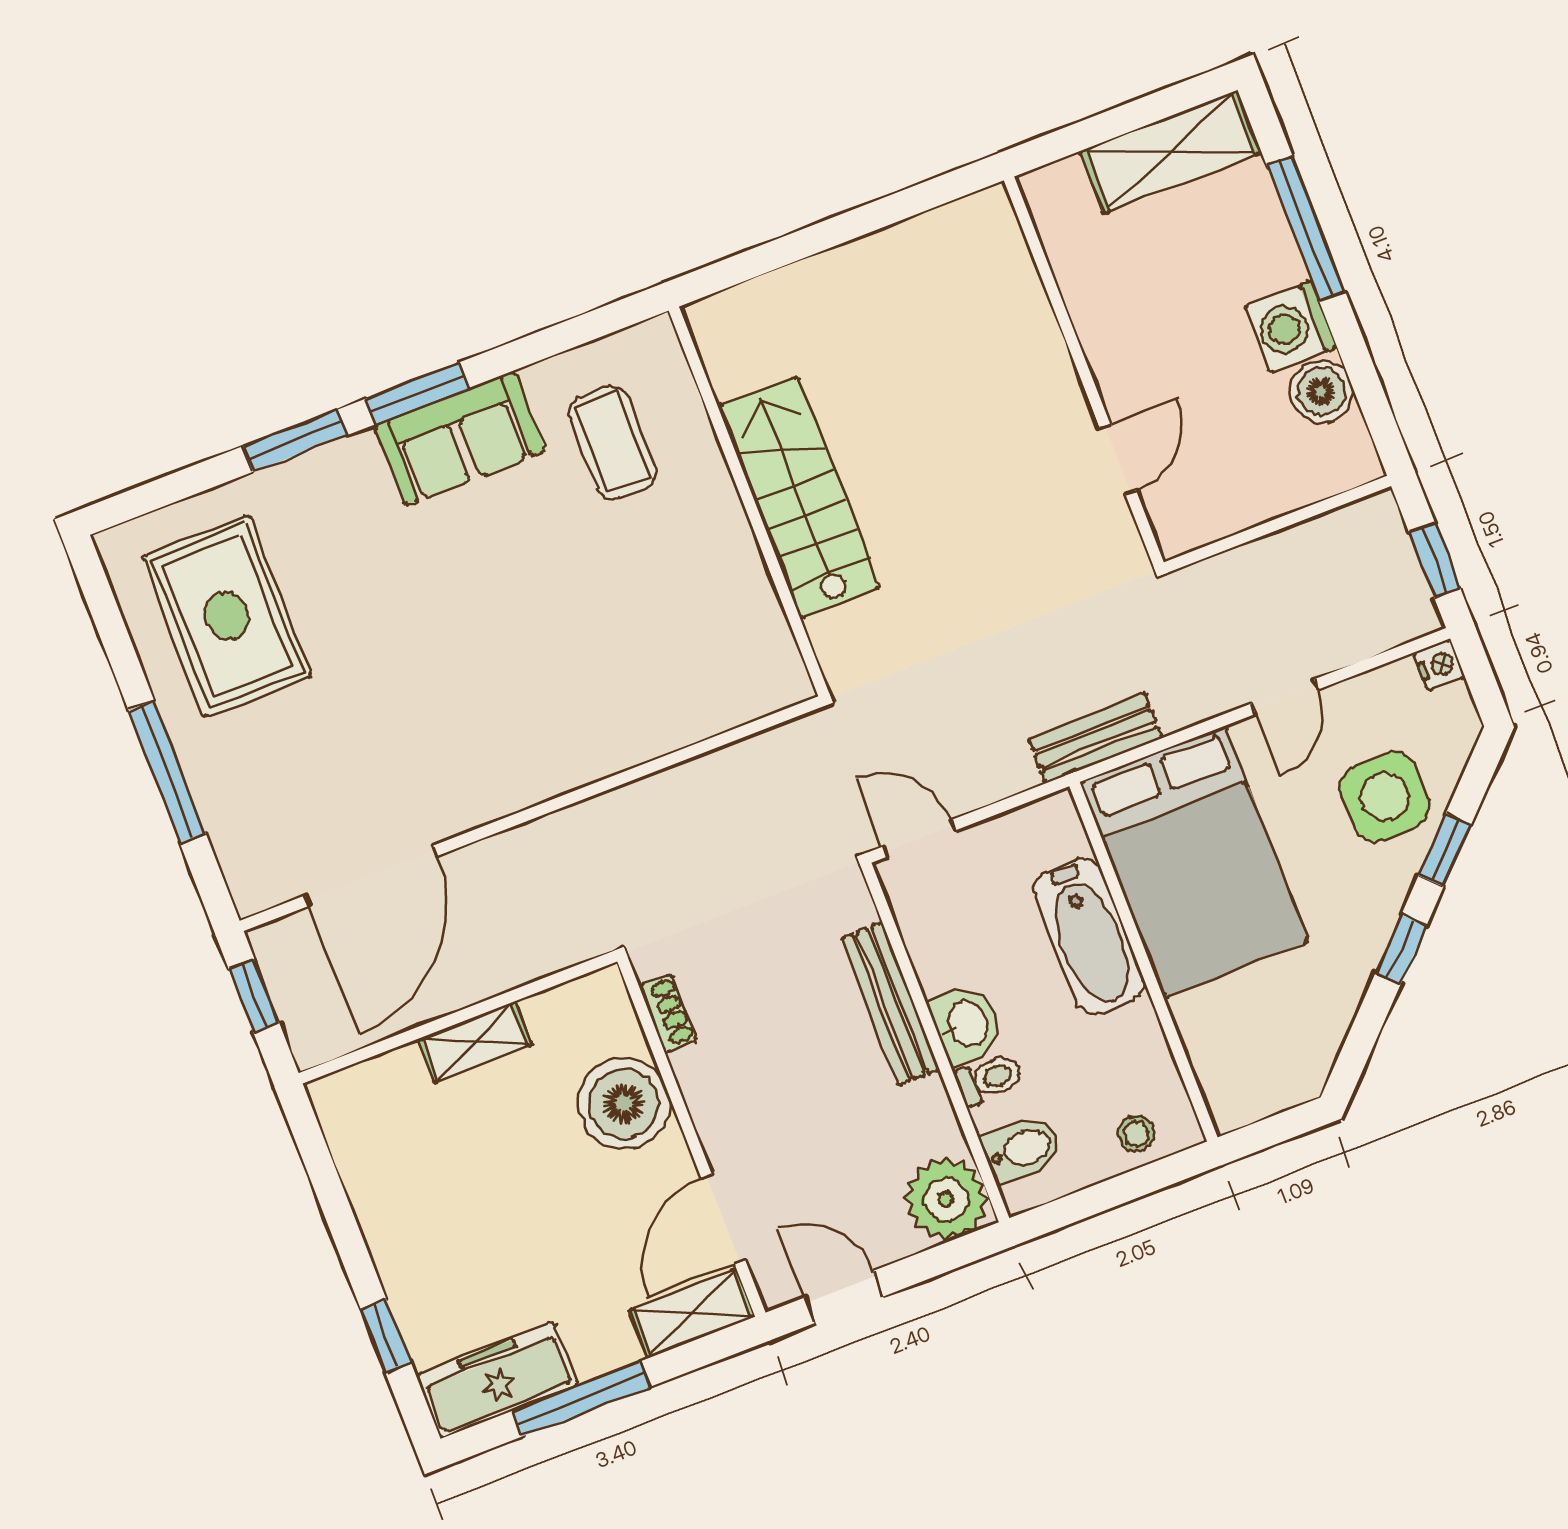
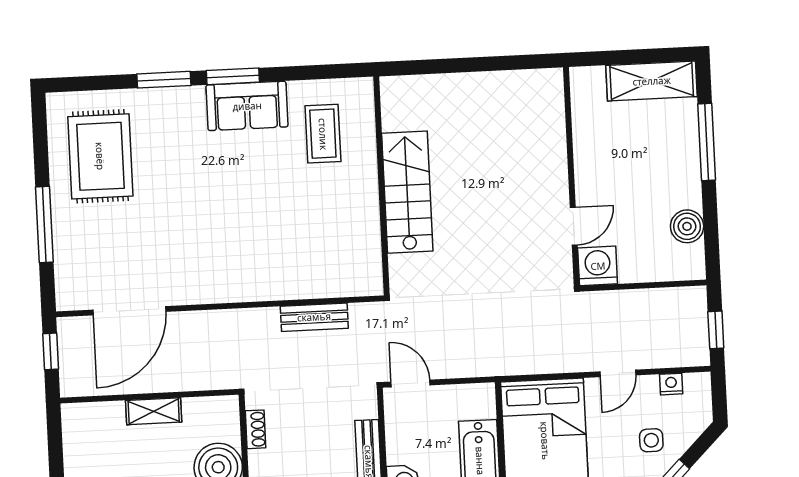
washing machine: (1291, 327) -> (598, 266), moved, turned 90
nightstand: (1439, 665) -> (671, 384), moved, turned -90
bench: (1095, 738) -> (314, 317), moved
side table: (1385, 797) -> (651, 440), width x0.54, depth x0.54

